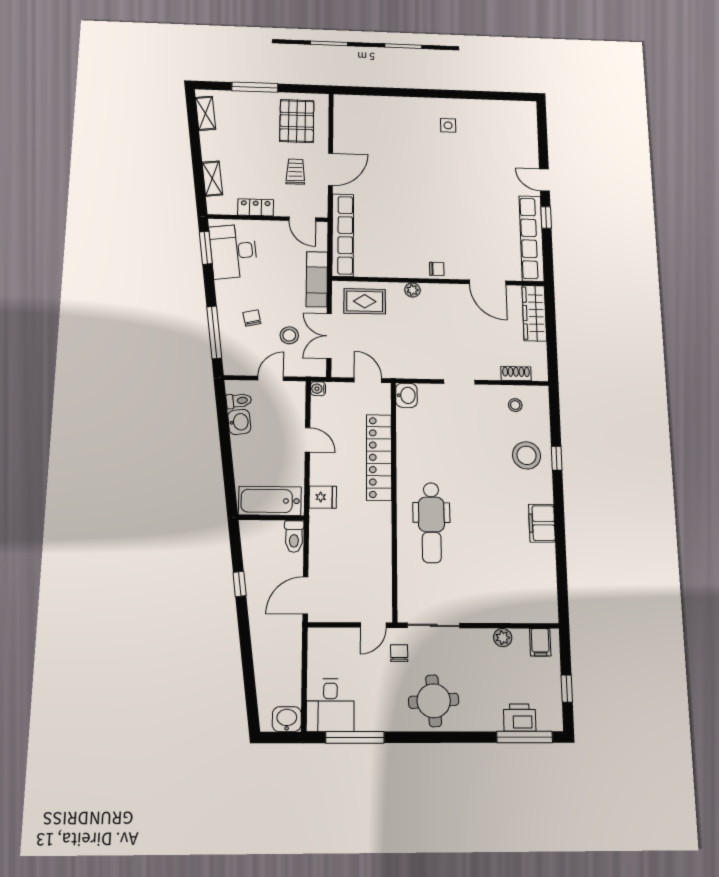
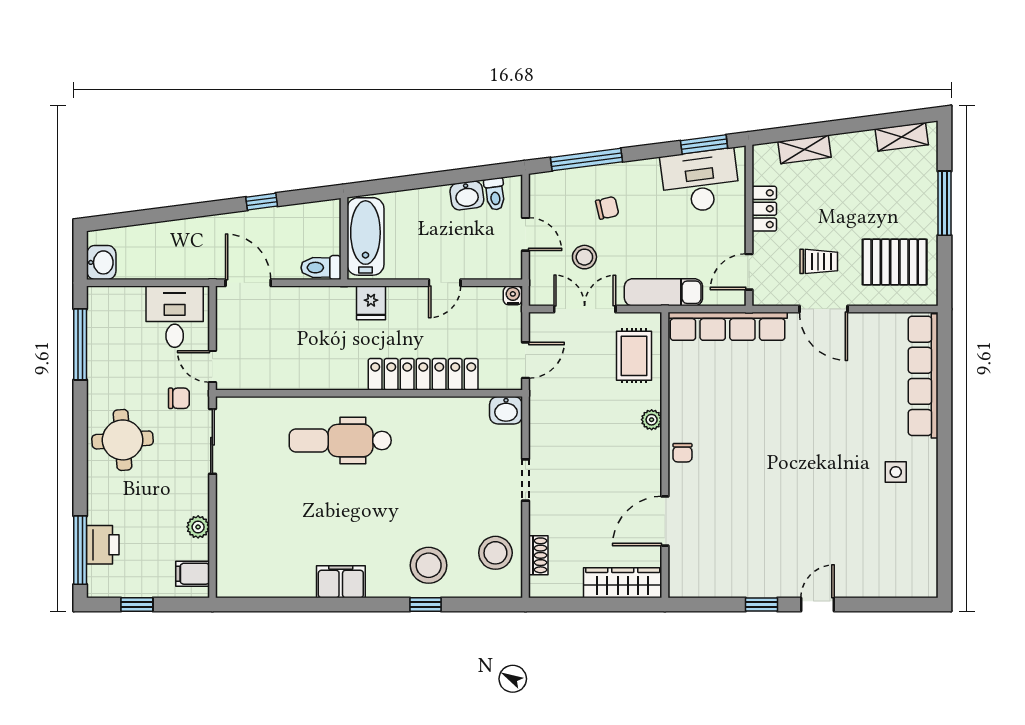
row of seats: (531, 238) -> (923, 376), moved, turned -90
stool: (515, 405) -> (495, 553), width x1.89, depth x1.89
desk: (330, 705) -> (175, 317), moved, turned 90

